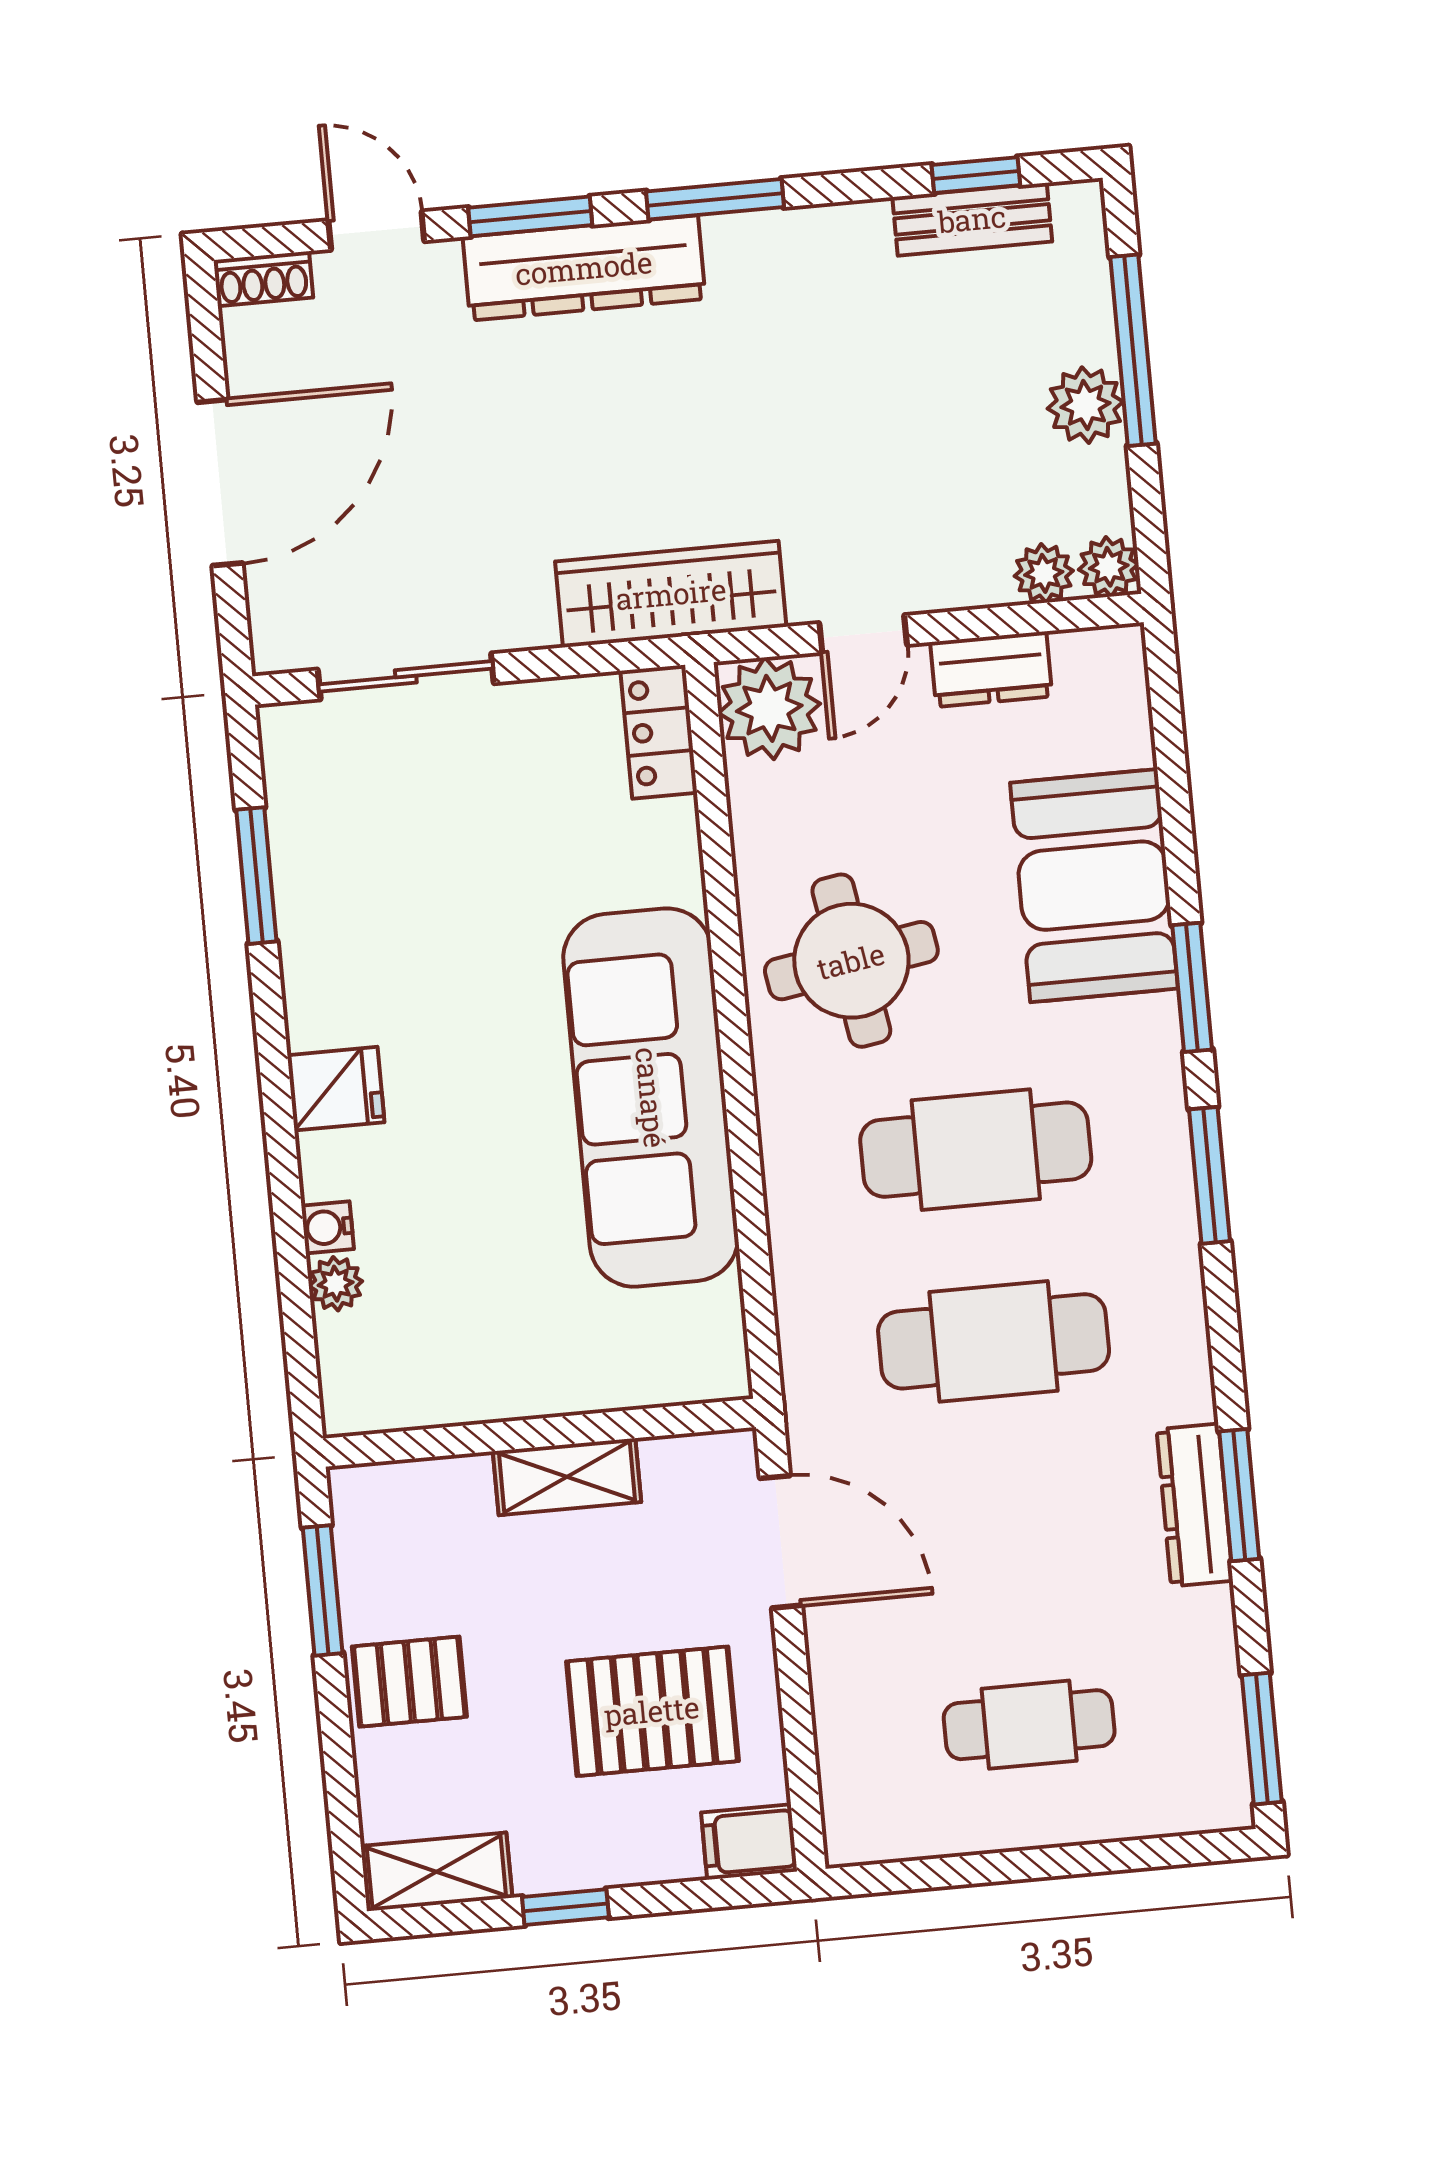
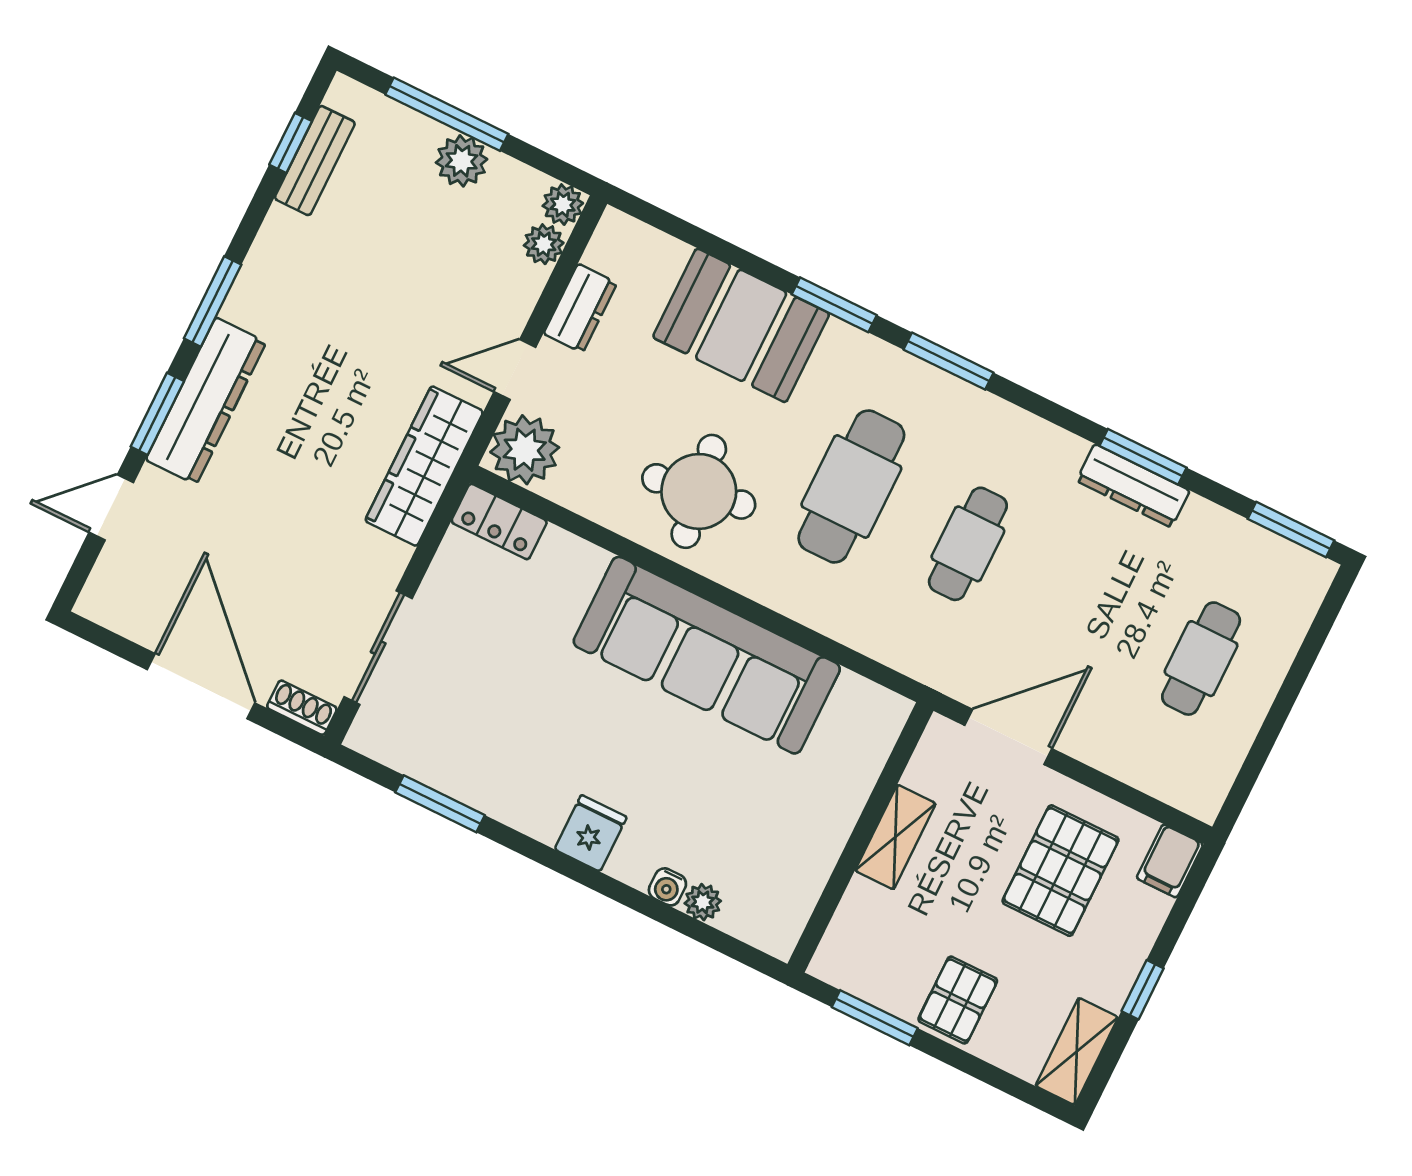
shoe rack: (263, 279) -> (302, 708), moved, turned -90
door: (863, 634) -> (515, 369), swing flipped
cafe table: (994, 1341) -> (968, 544), width x0.73, depth x0.74

